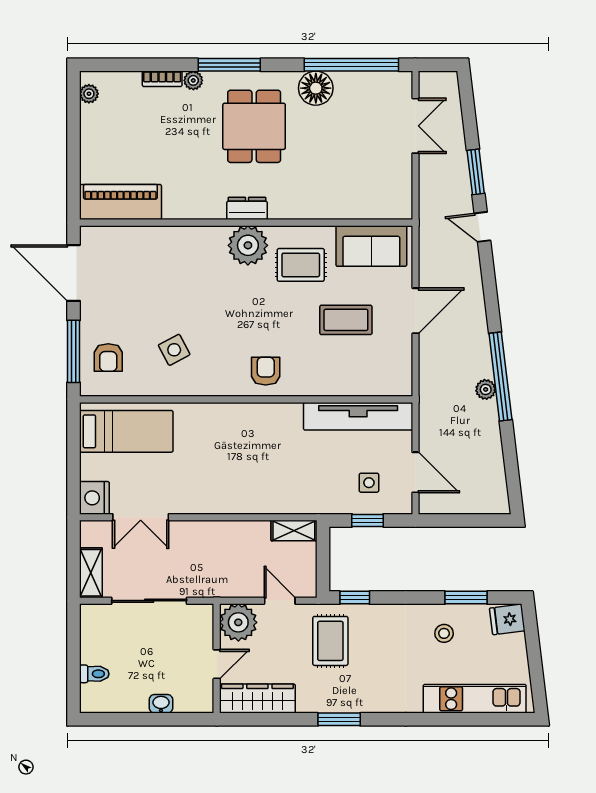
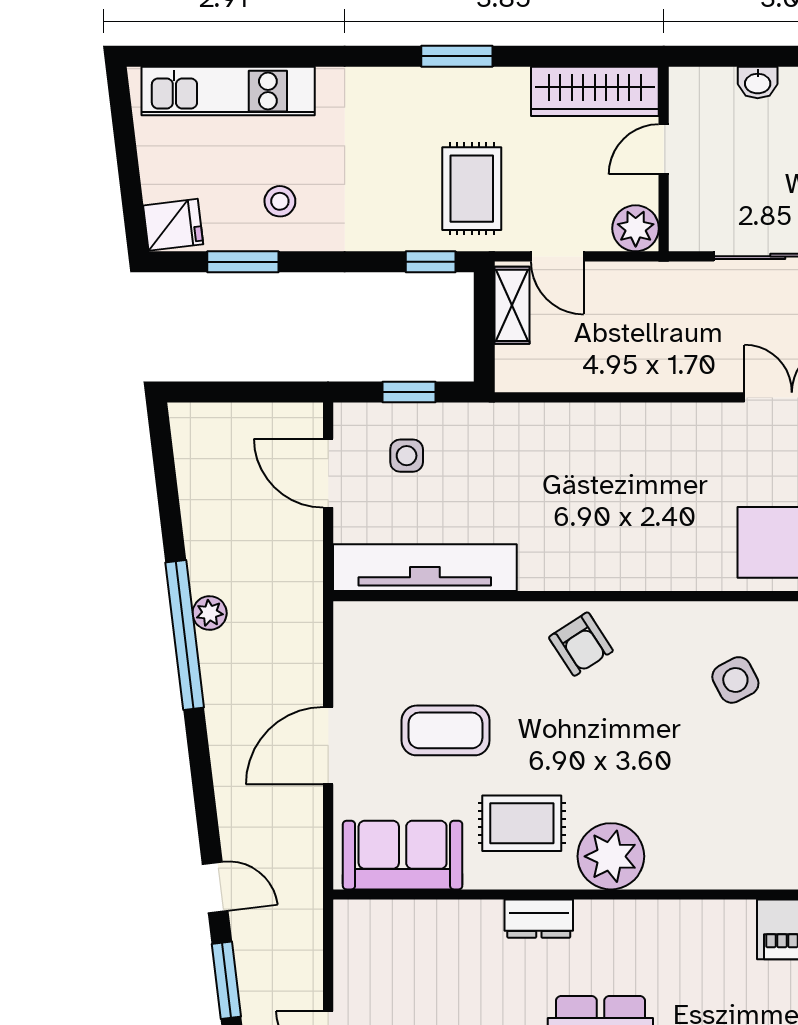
dresser: (247, 208) -> (539, 919), moved
armchair: (266, 371) -> (581, 644), turned -33
shelving: (294, 531) -> (512, 305), moved, turned 90
plant: (238, 622) -> (636, 228), width x0.73, depth x0.73

